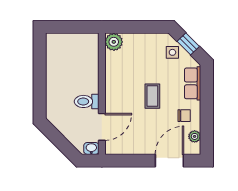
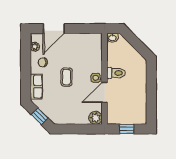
window: (72, 27) -> (127, 129), added
side table: (172, 52) -> (96, 78), moved
door: (102, 127) -> (105, 93), moved

